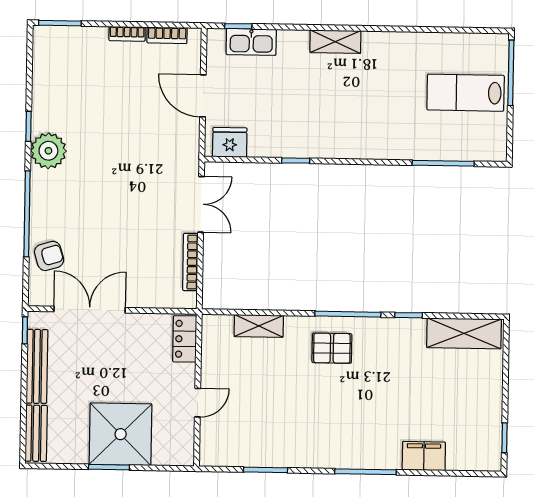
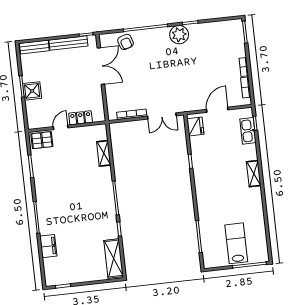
locker: (185, 339) -> (81, 118), moved
pallet: (332, 348) -> (42, 140), moved, turned 90
door: (198, 403) -> (61, 127), swing flipped
shower: (121, 434) -> (32, 91), width x0.54, depth x0.54

